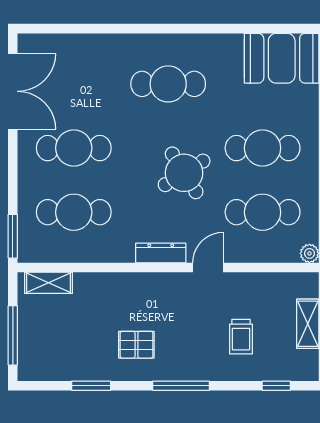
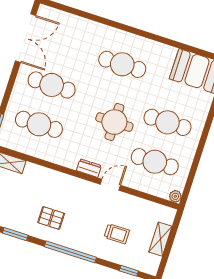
round table: (184, 173) -> (114, 122), turned 32
dresser: (161, 253) -> (89, 168), width x0.70
trolley: (241, 337) -> (117, 234), turned -90
window: (181, 386) -> (70, 252), width x1.46

